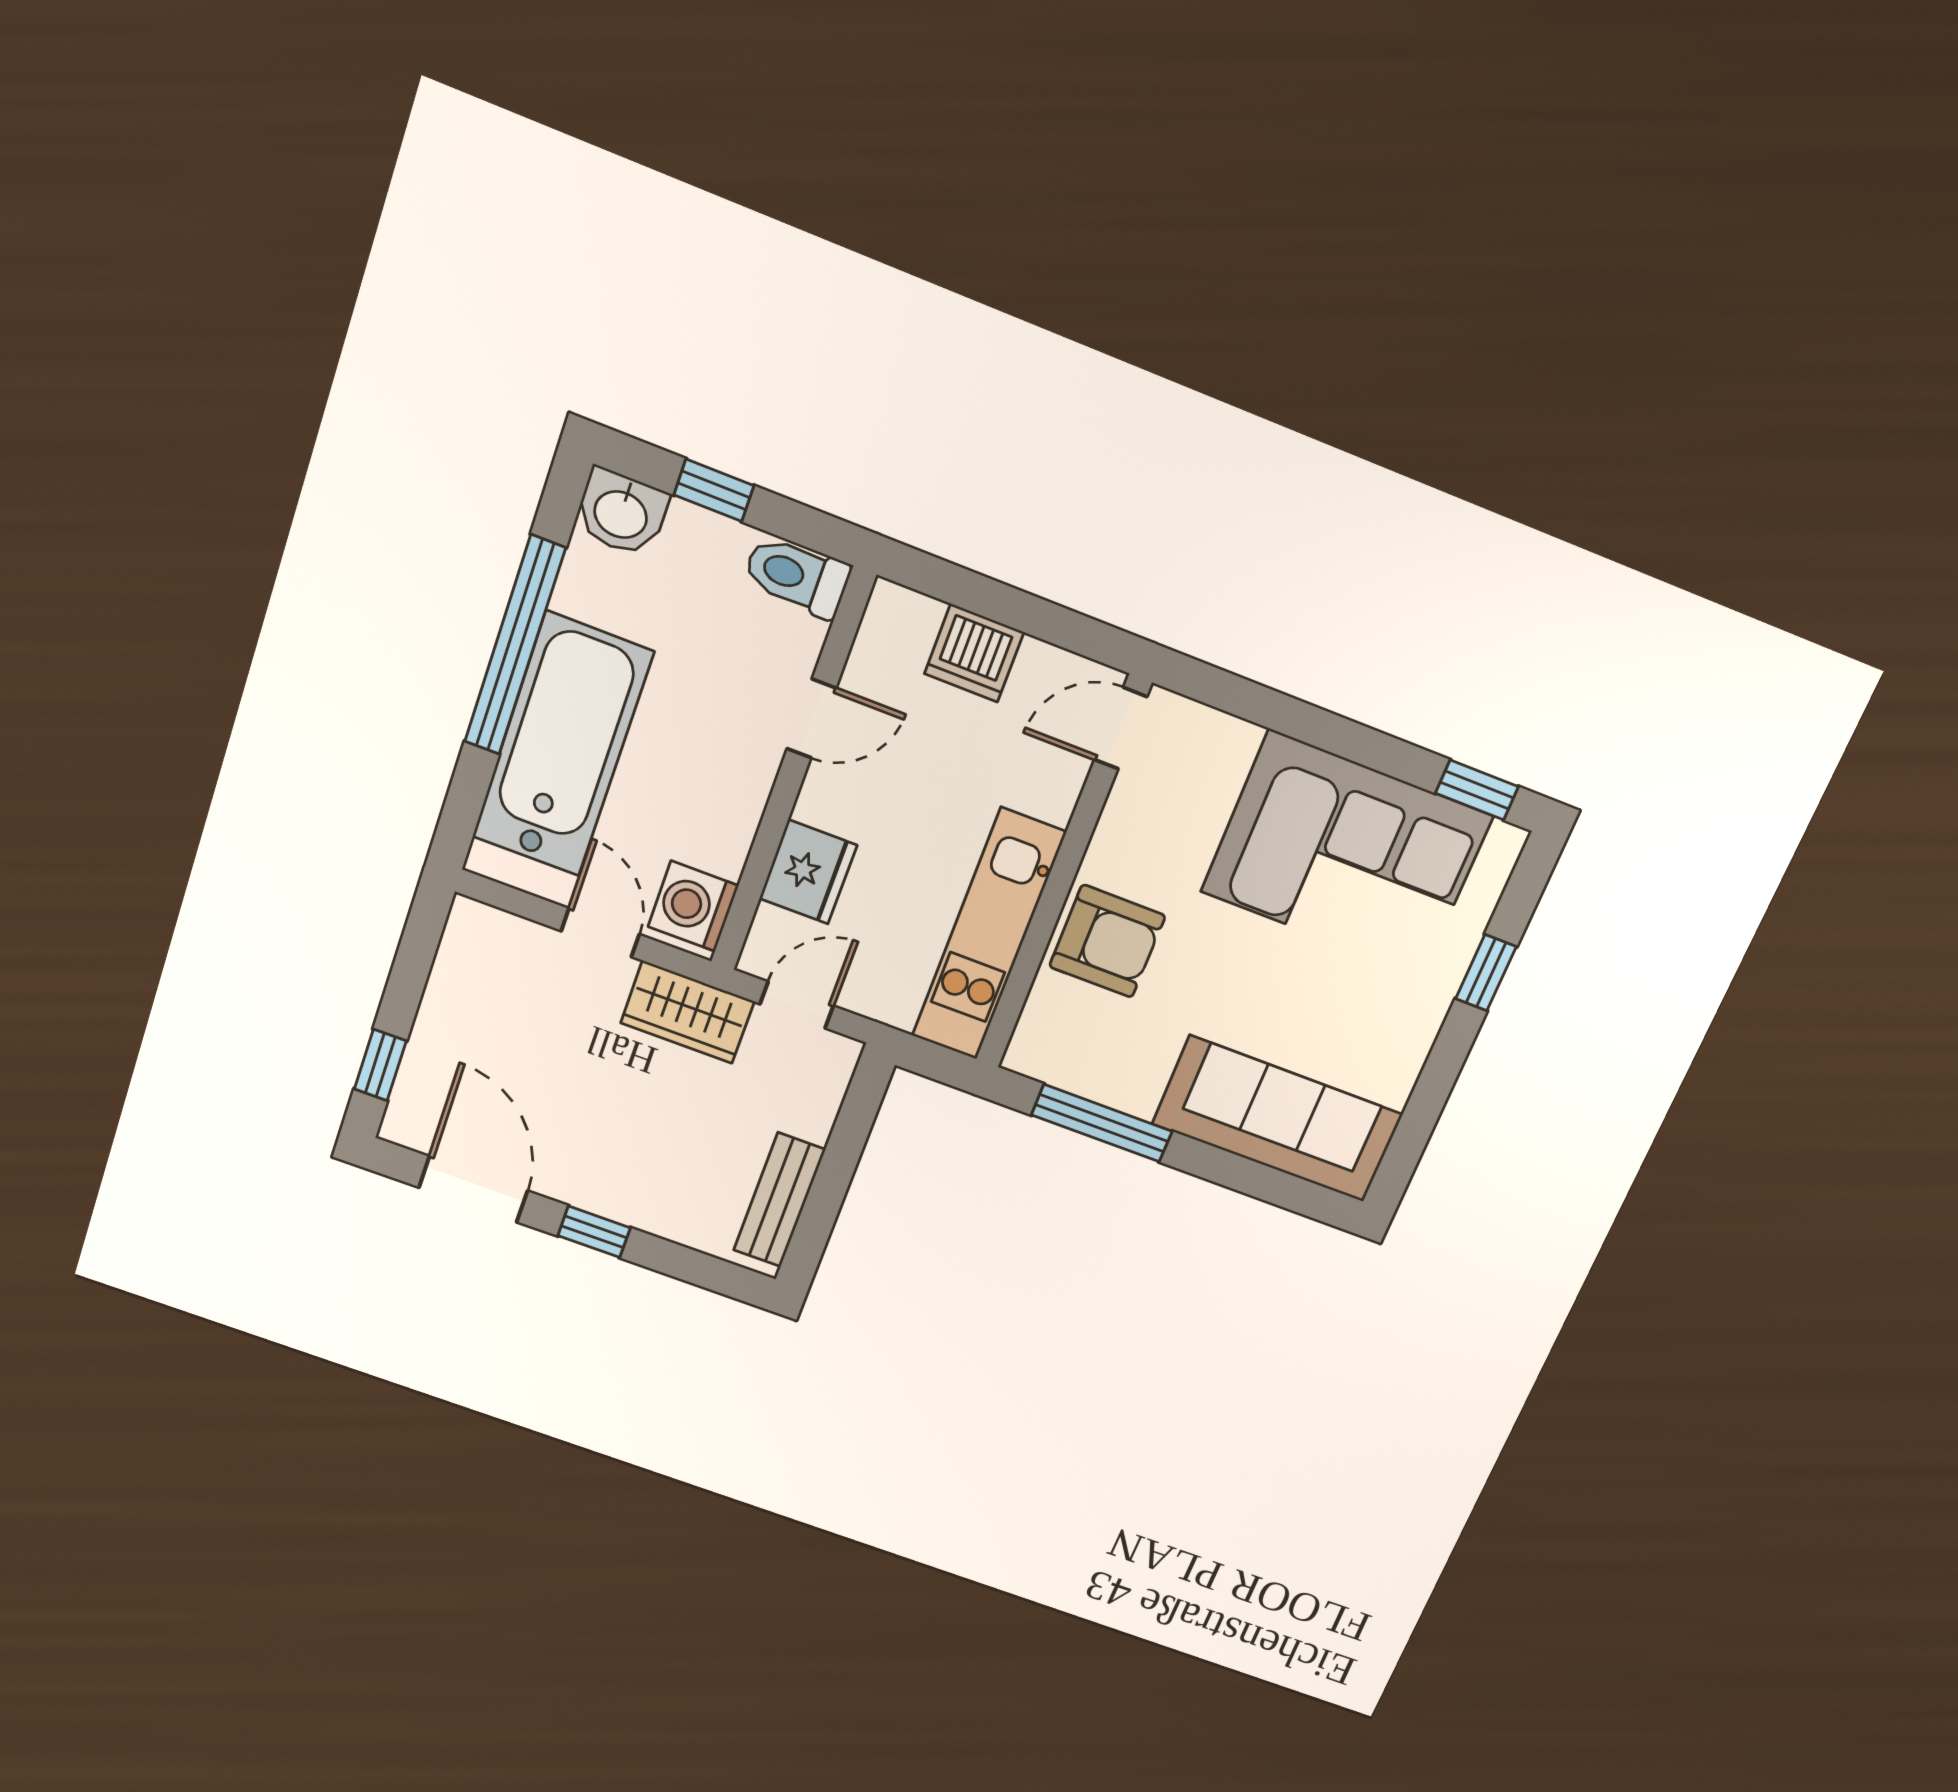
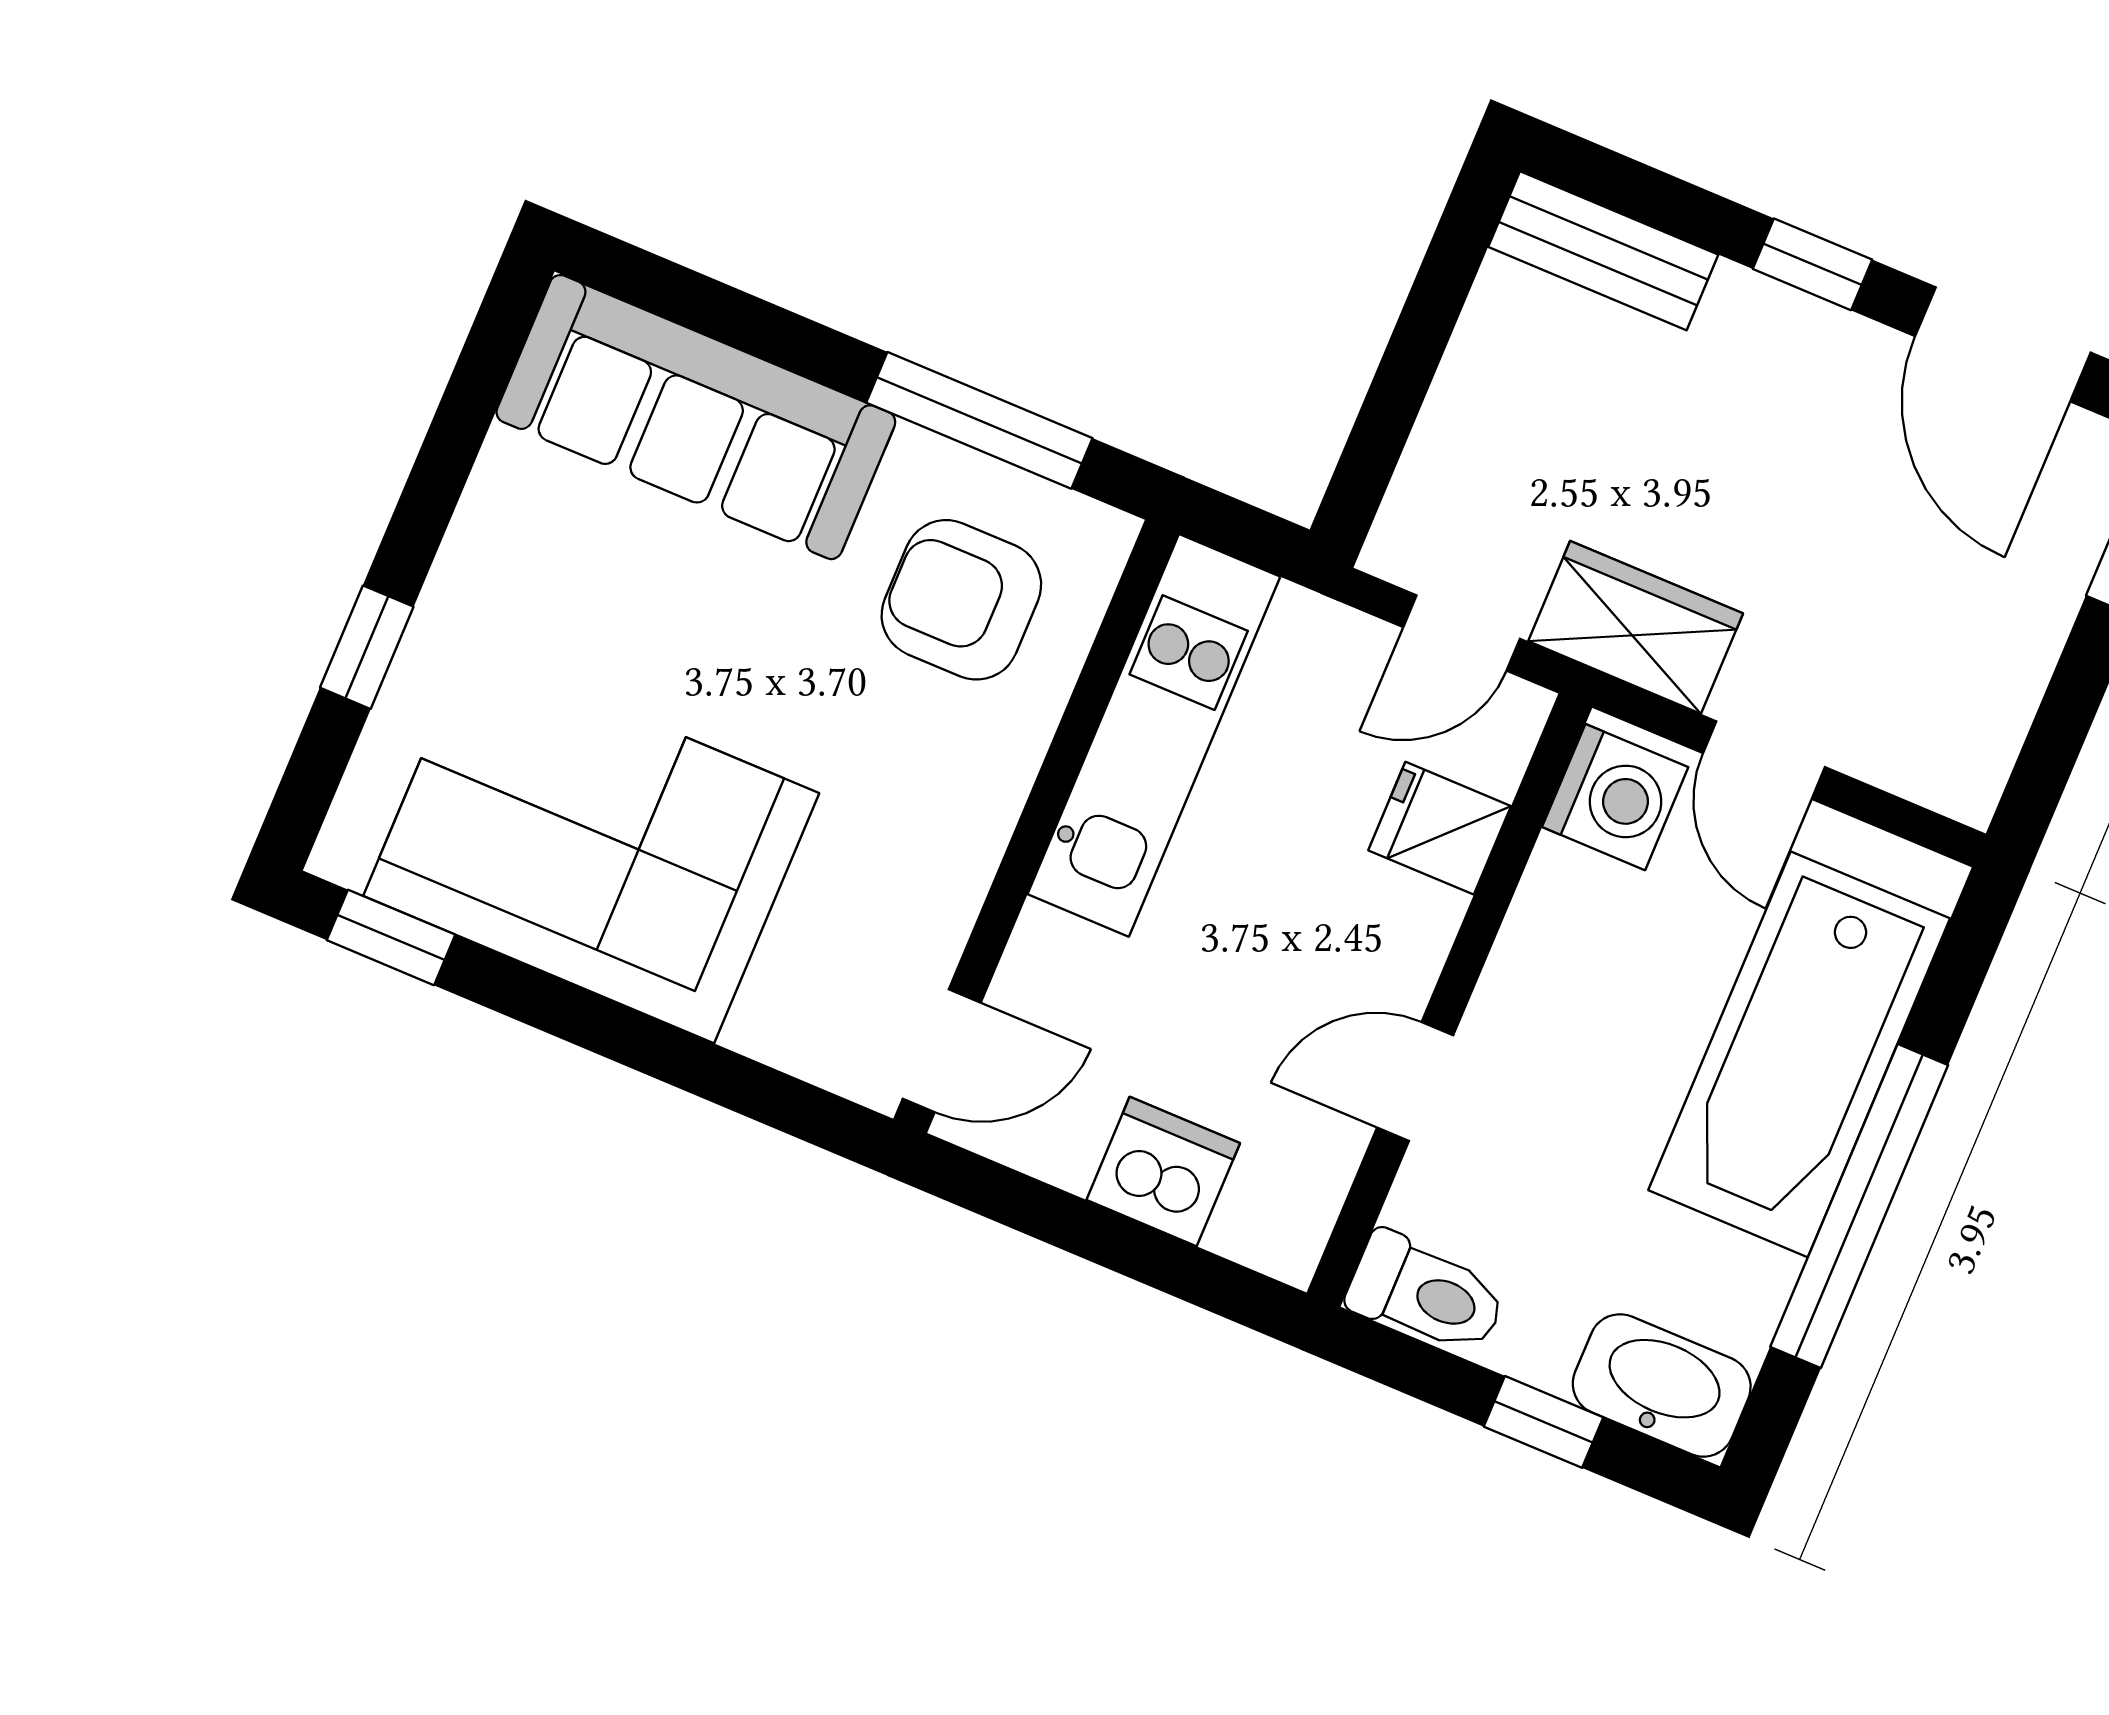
washbasin: (621, 513) -> (1662, 1385), width x1.38
fridge: (808, 872) -> (1440, 828), width x0.72
armchair: (1107, 941) -> (961, 600), moved
bench: (779, 1200) -> (1603, 251), moved, turned 90

